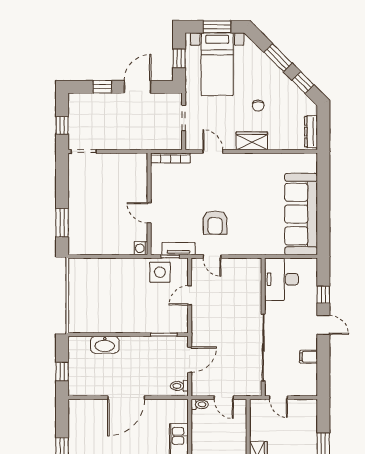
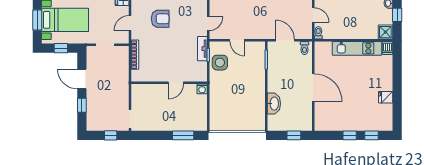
wall: (149, 204) -> (169, 83), moved
door: (149, 213) -> (176, 83), moved
armchair: (215, 223) -> (160, 19), moved
washing machine: (141, 248) -> (202, 89), moved
door: (224, 398) -> (313, 15), hinge flipped

